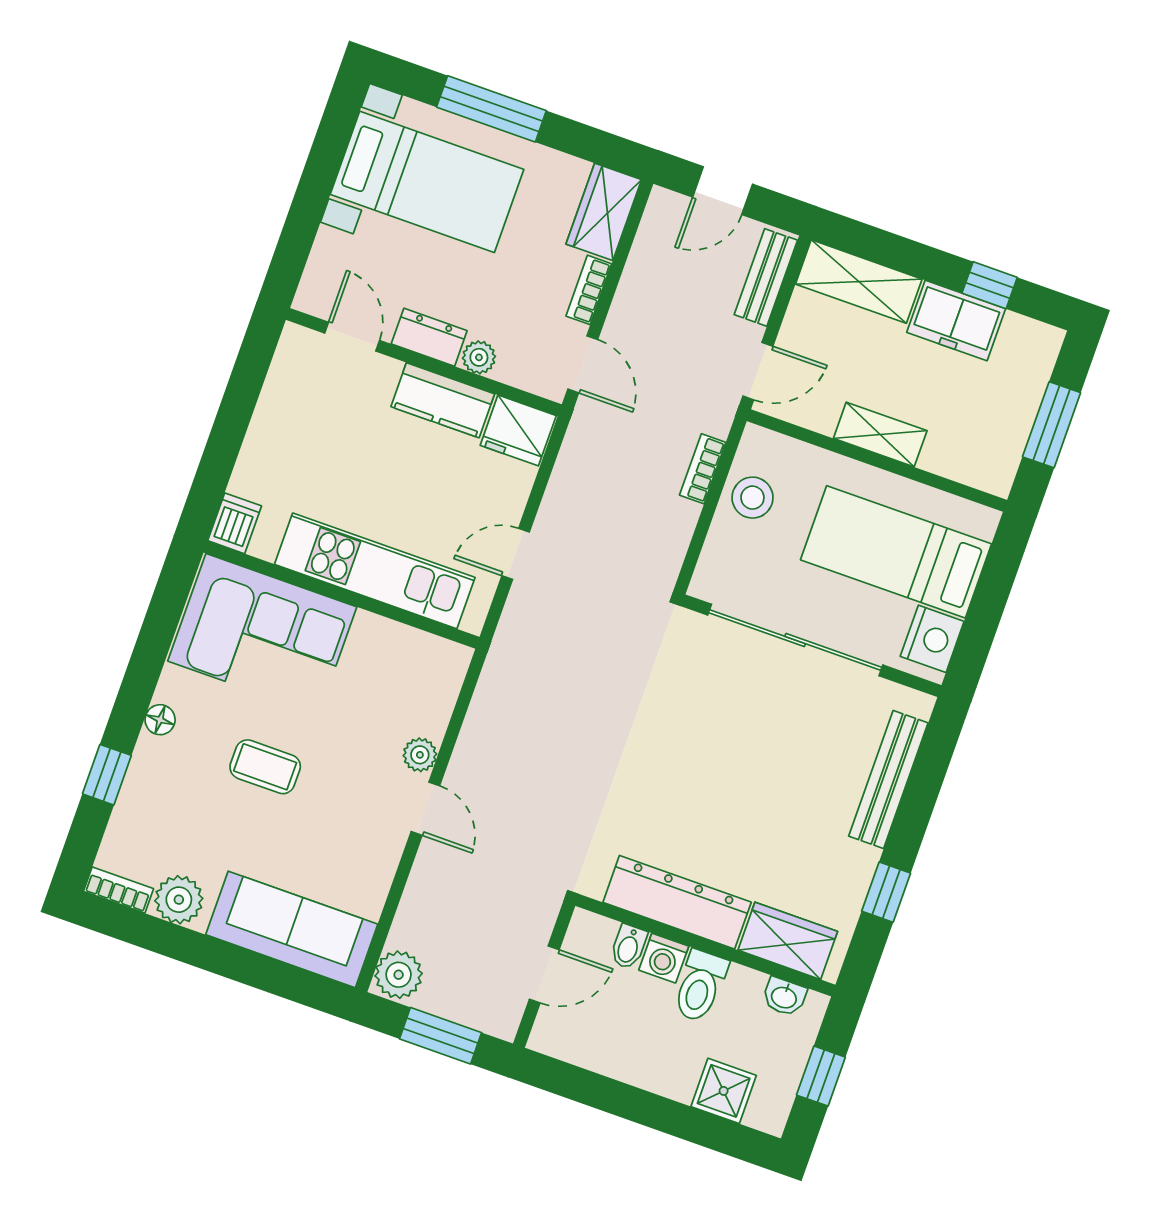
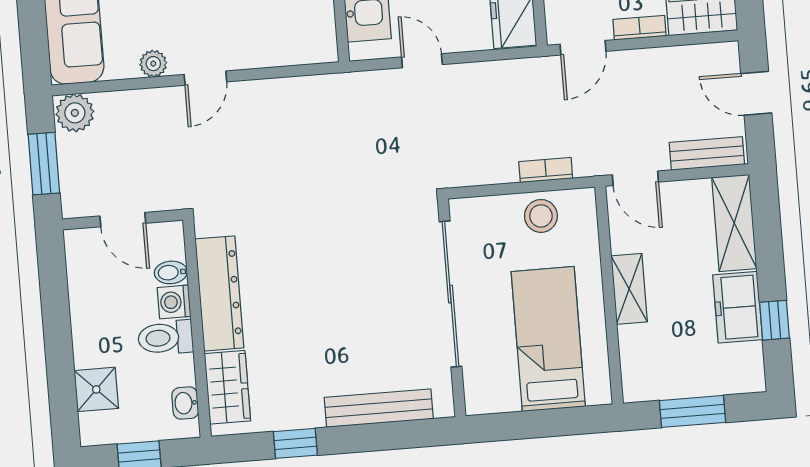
nightstand: (932, 639) -> (496, 394), removed
plant: (420, 755) -> (153, 64), moved

